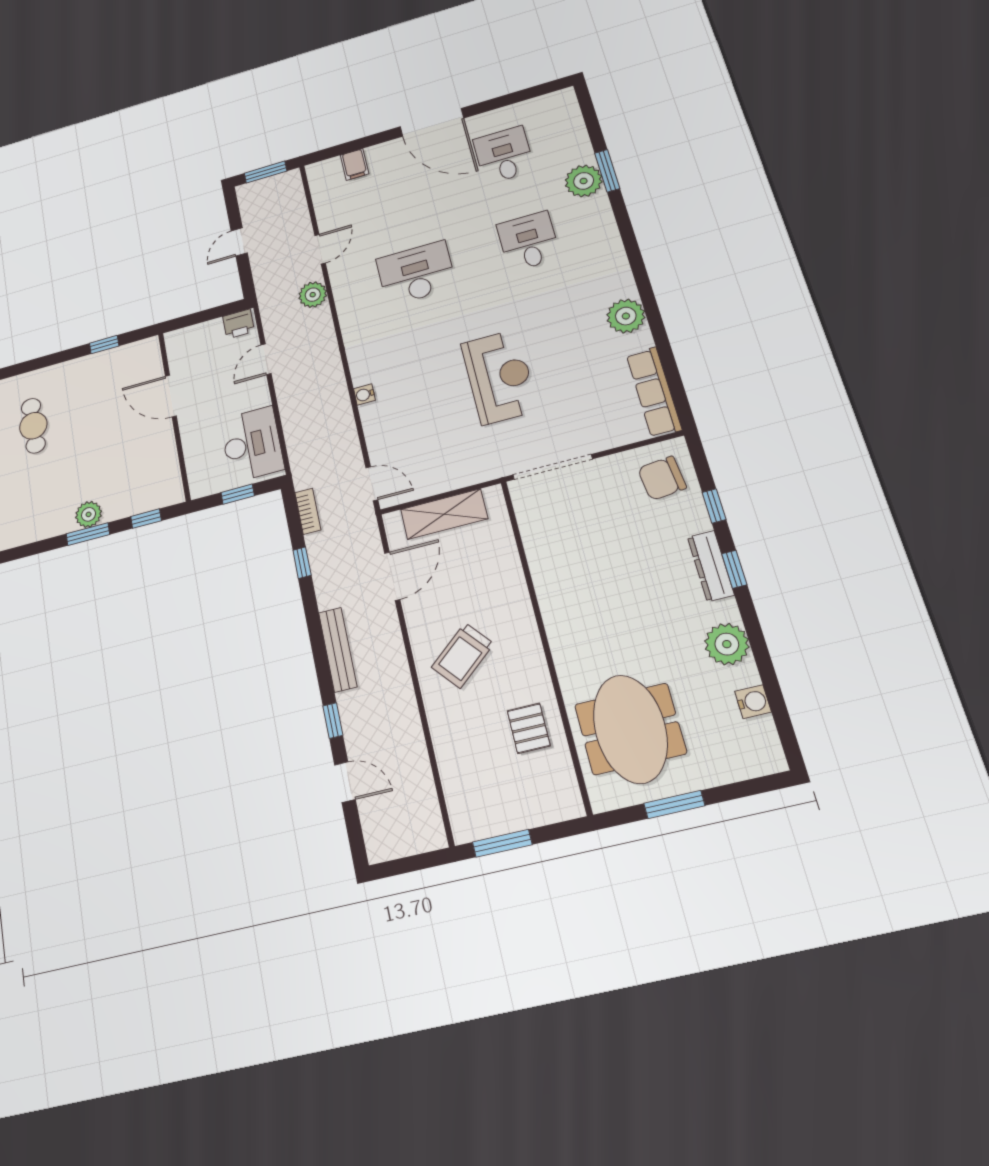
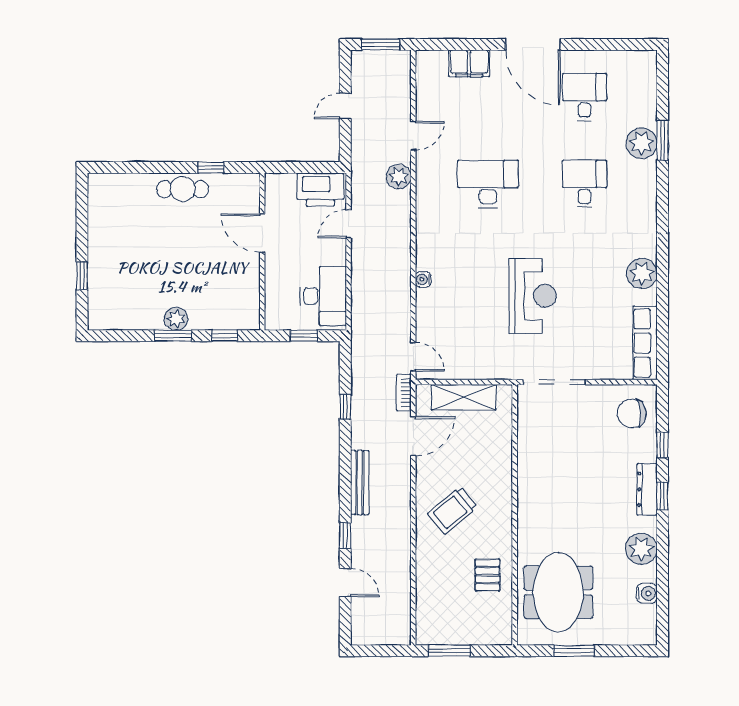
filing cabinet: (355, 164) -> (469, 63), width x2.00
printer: (239, 324) -> (320, 189), width x1.87, depth x1.48
cafe table: (33, 426) -> (183, 189), moved, turned 90
bookcase: (308, 511) -> (404, 393), moved, turned 180

